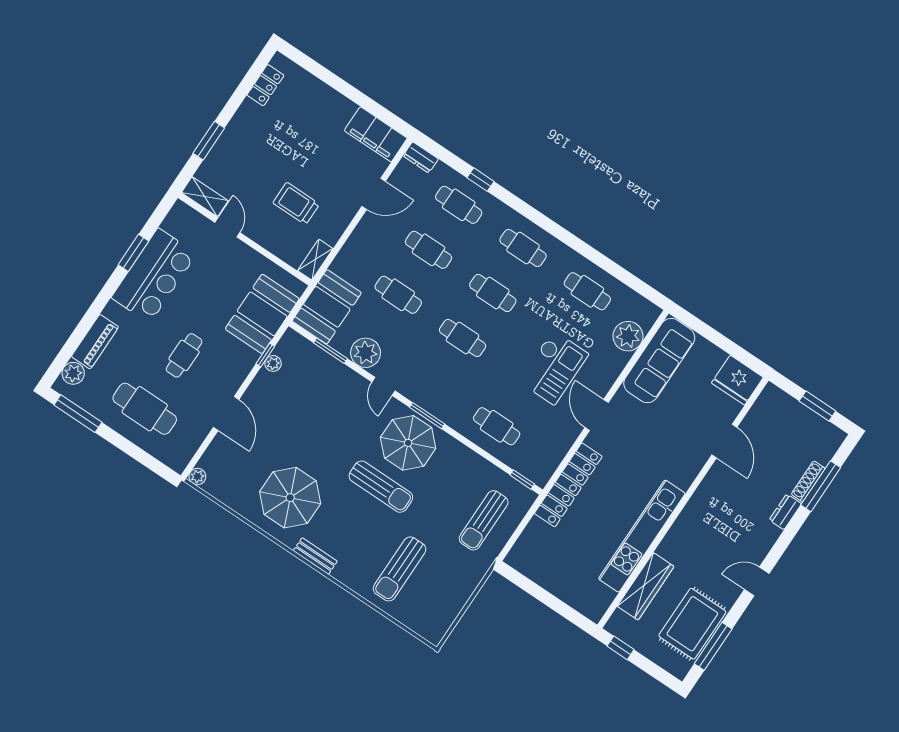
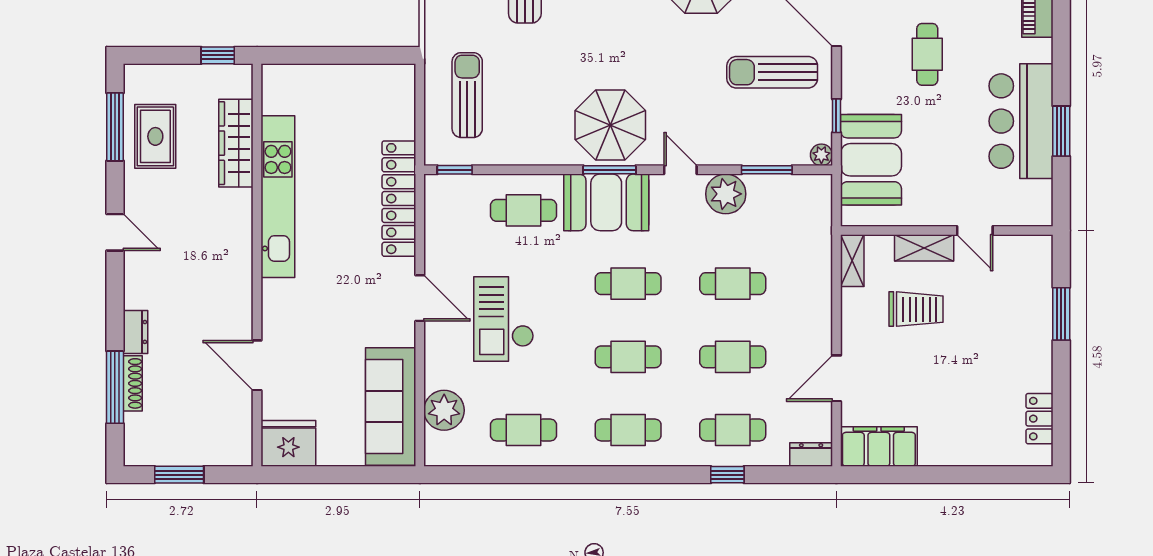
shelving: (205, 197) -> (924, 248), moved
booth: (327, 307) -> (606, 202), moved, turned 90
plant: (273, 363) -> (821, 155), moved
sun lounger: (381, 487) -> (772, 72), moved
door: (757, 581) -> (115, 232), hinge flipped
rug: (692, 624) -> (155, 136), width x0.73, depth x0.70

